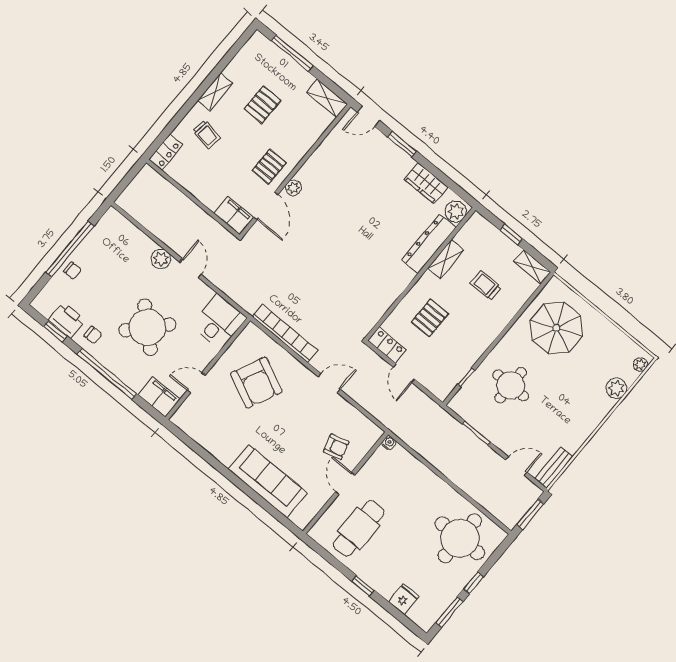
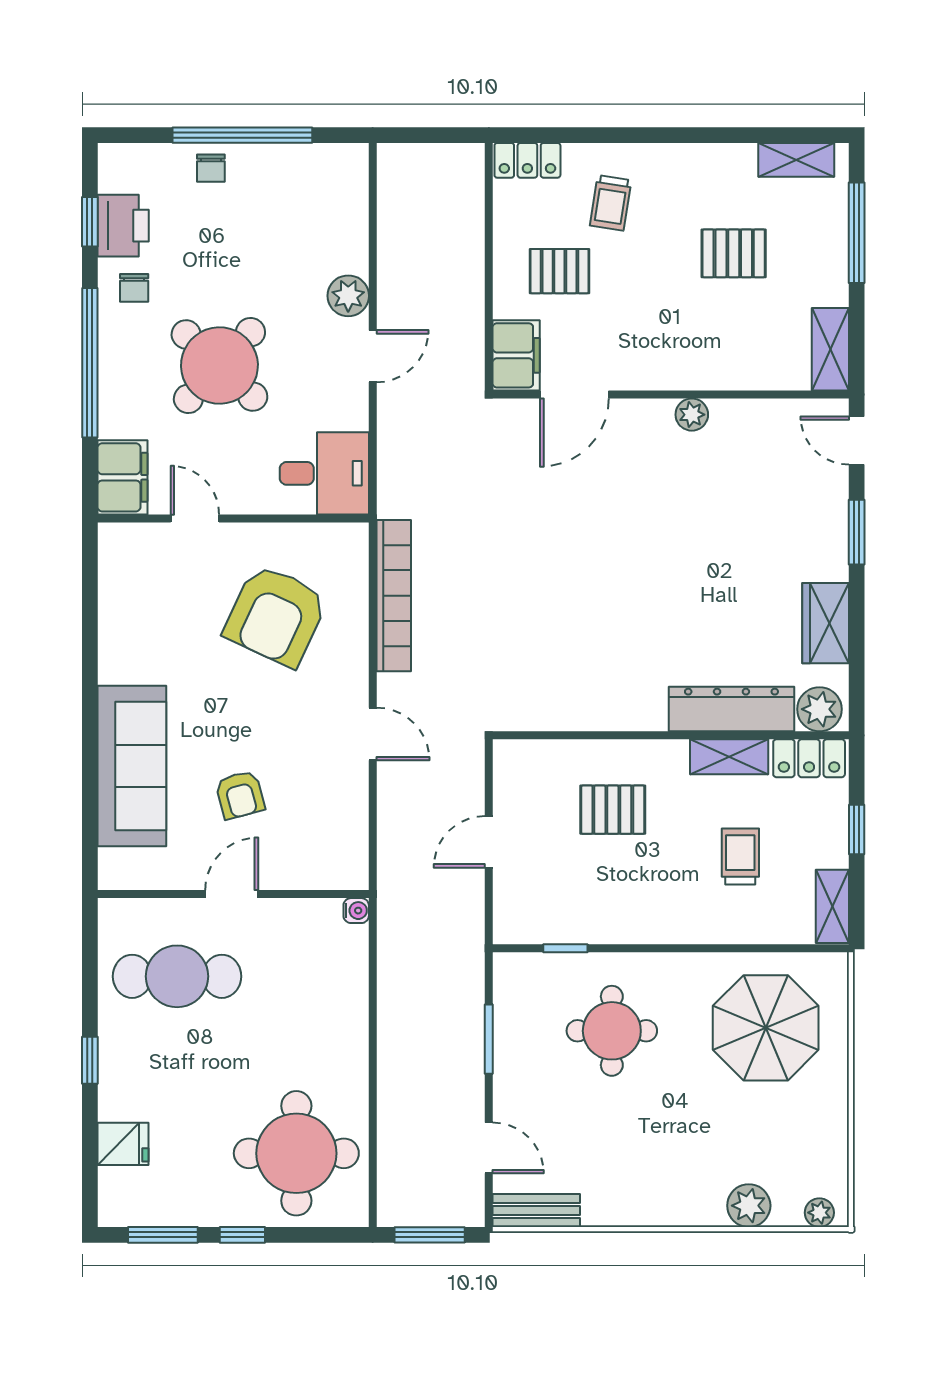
shelving: (215, 92) -> (796, 160), moved
pallet: (269, 167) -> (559, 271), moved
plant: (293, 188) -> (692, 415), moved
locker: (387, 345) -> (809, 758), moved, turned 90
armchair: (336, 447) -> (240, 795), moved

